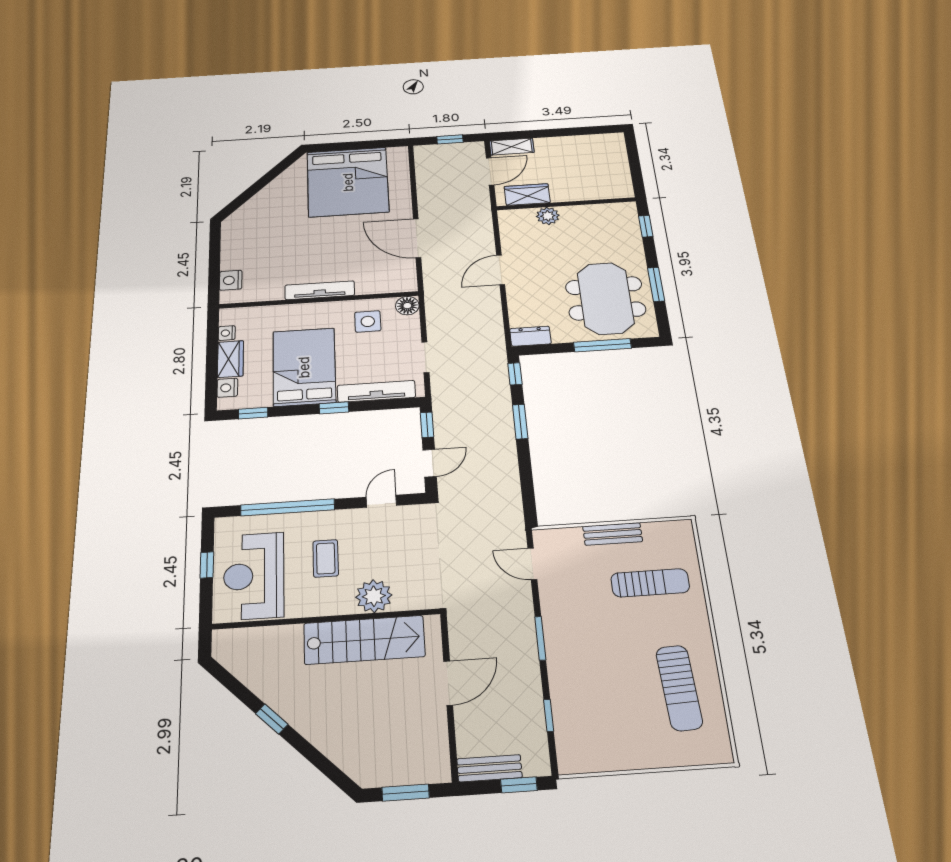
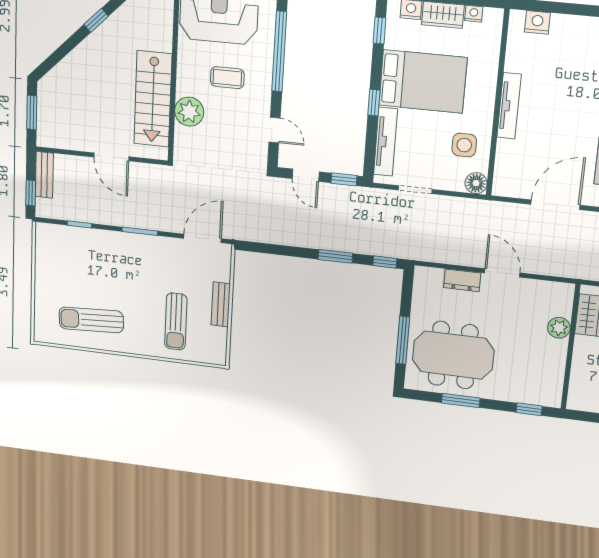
dresser: (530, 336) -> (462, 280), moved, turned 90
door: (532, 564) -> (202, 238), width x1.38

